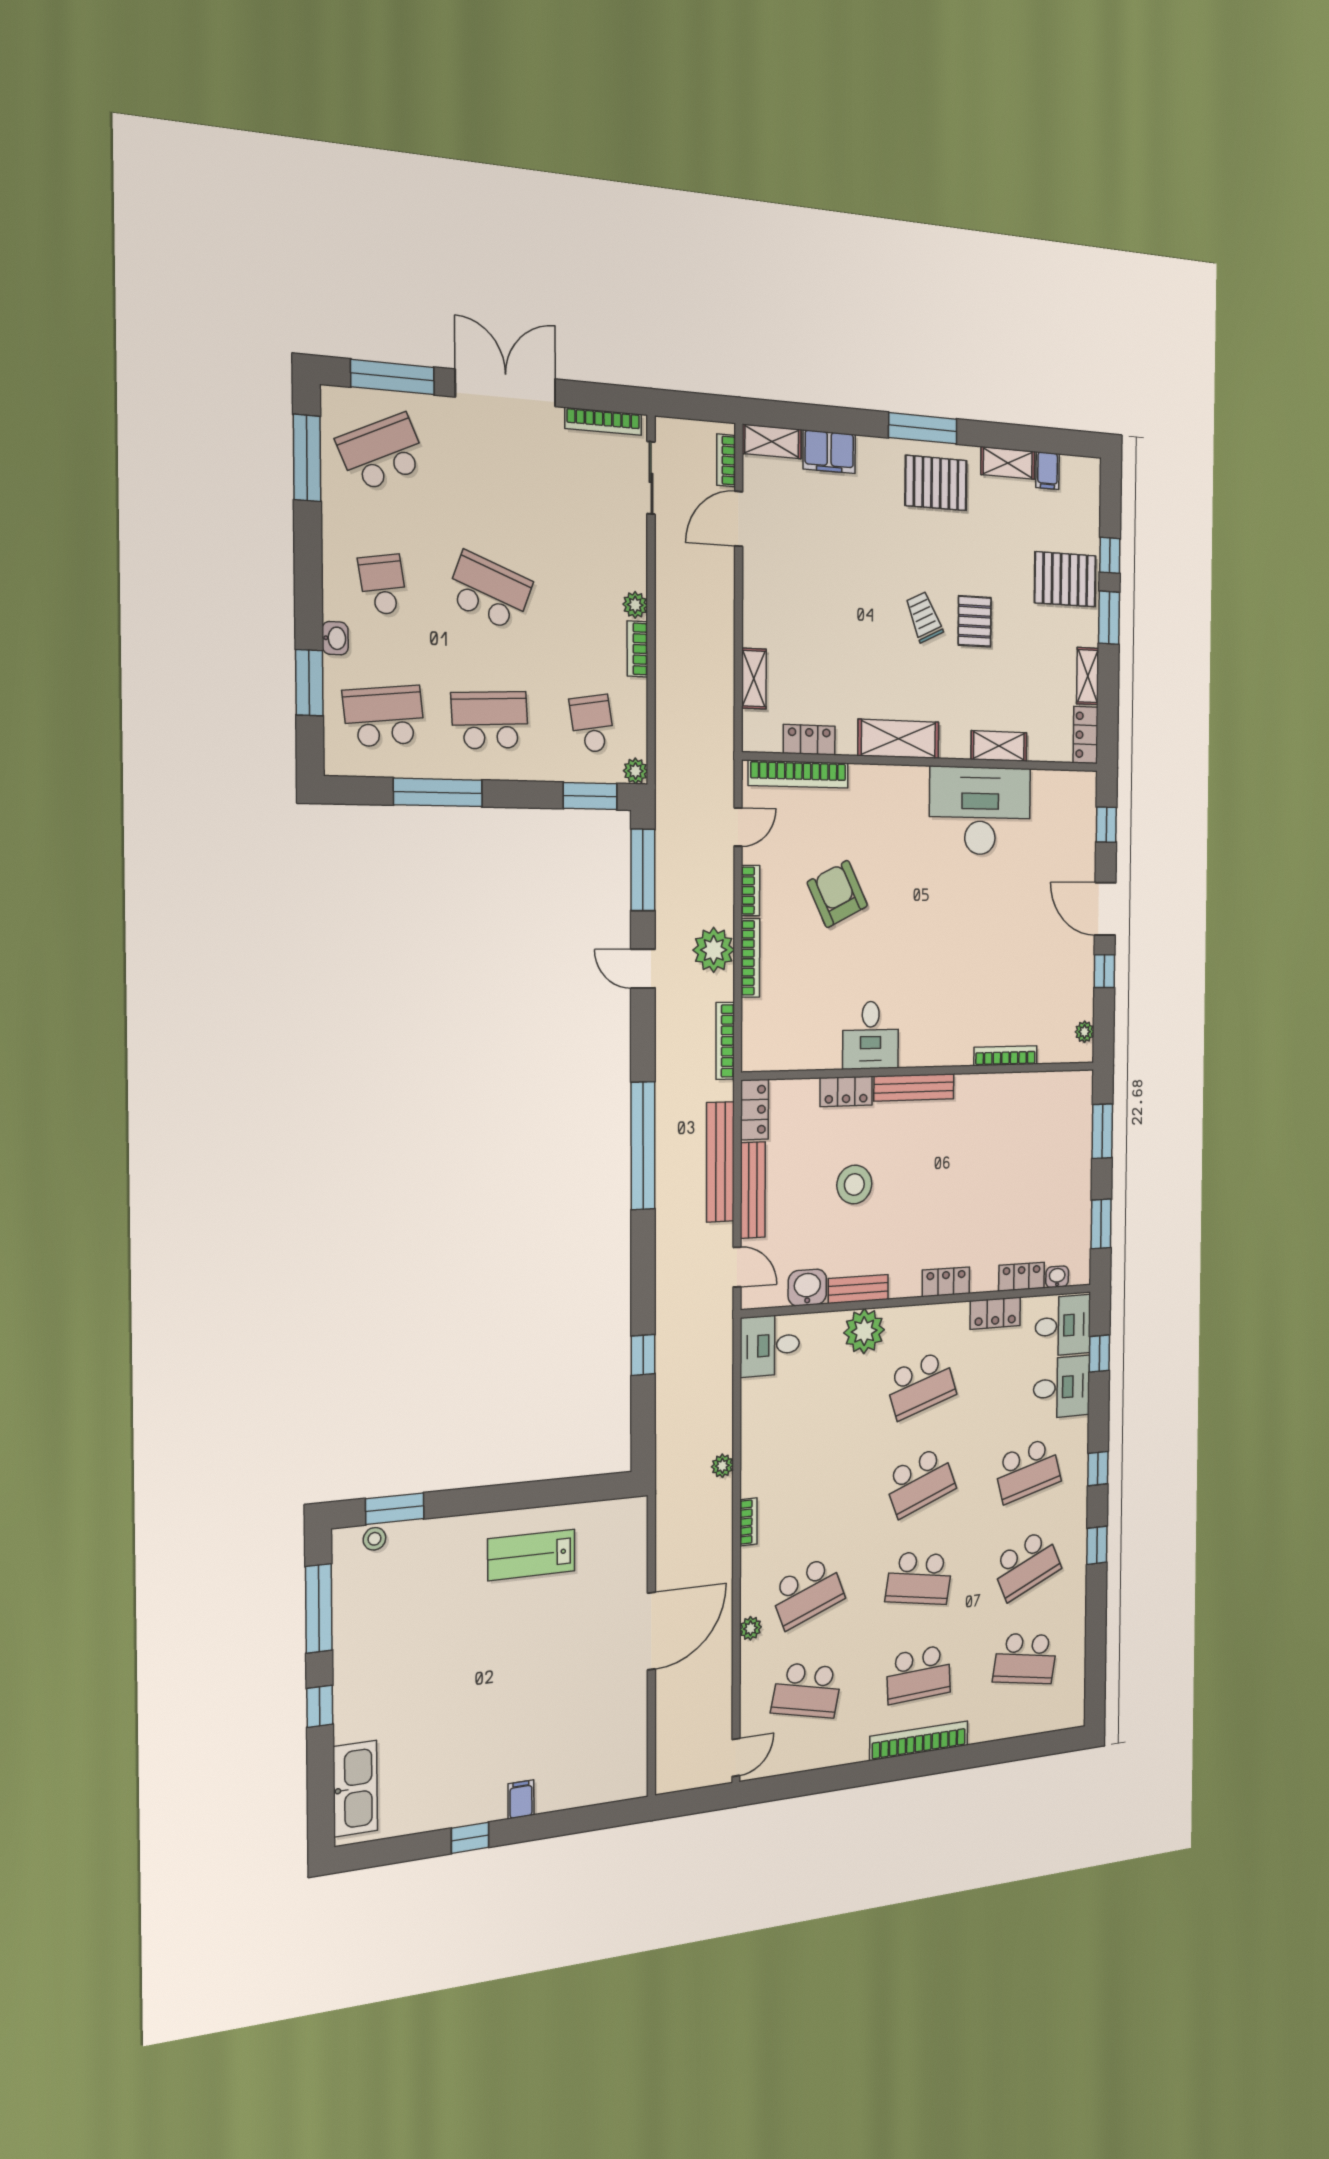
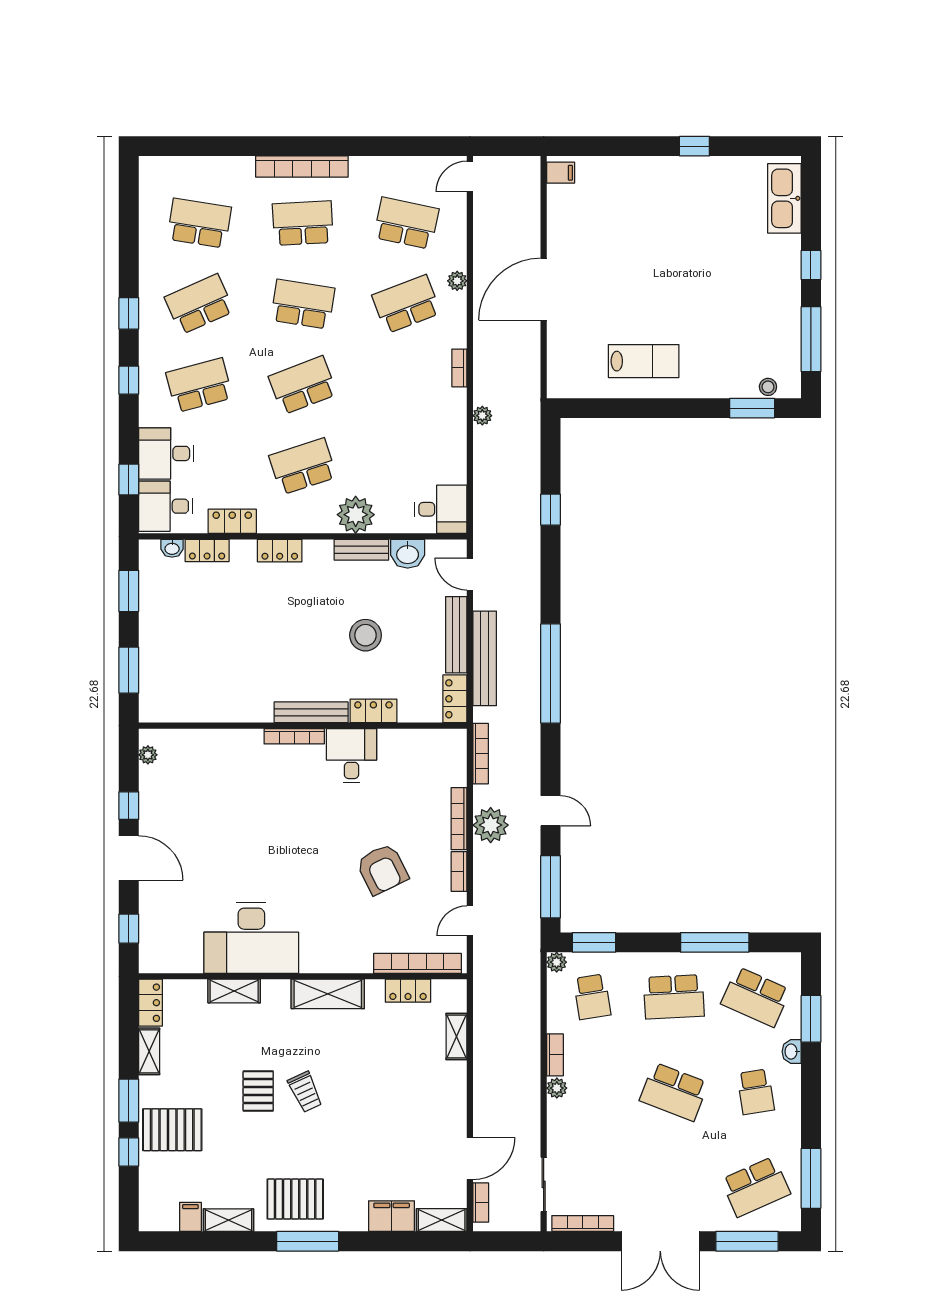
school desk: (384, 716) -> (756, 997), turned 30
bookcase: (1006, 1056) -> (294, 736), moved
filing cabinet: (521, 1799) -> (561, 173), moved, turned -90

